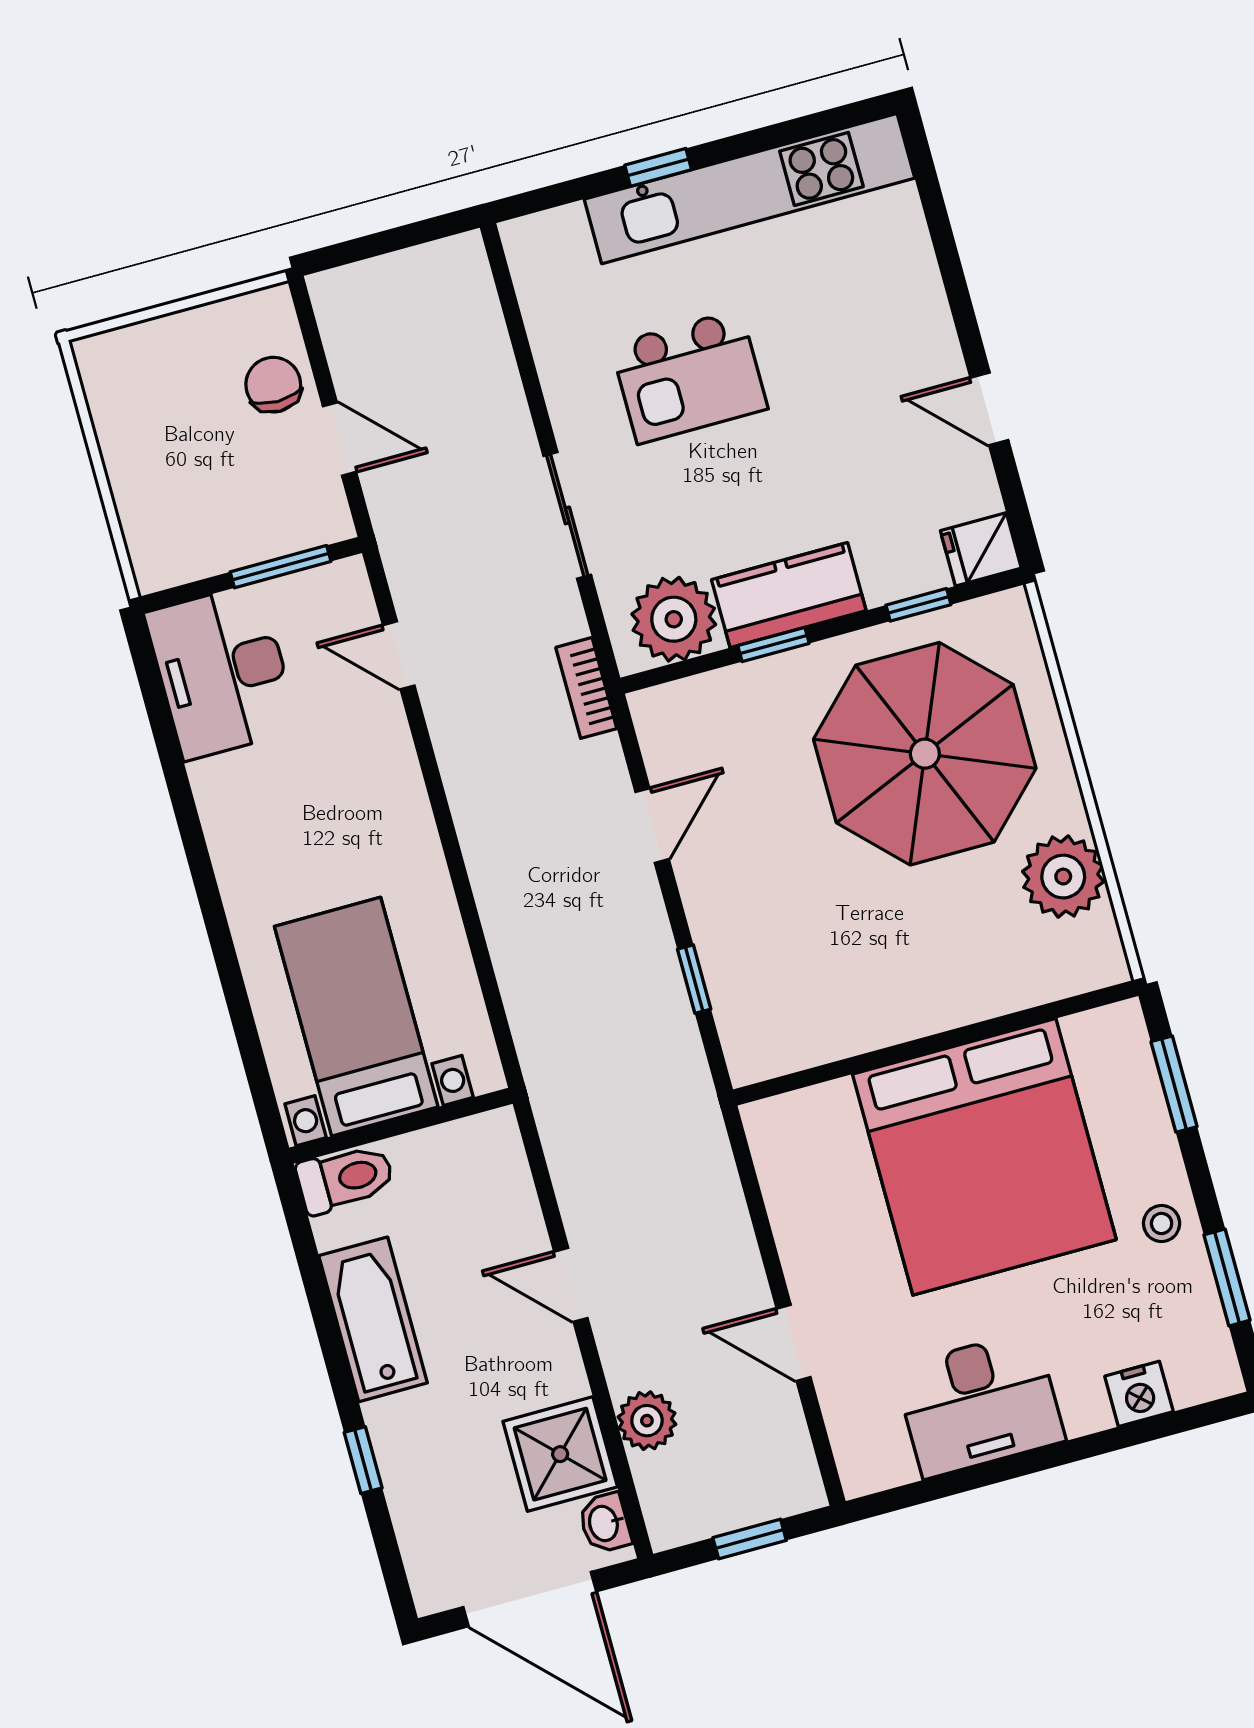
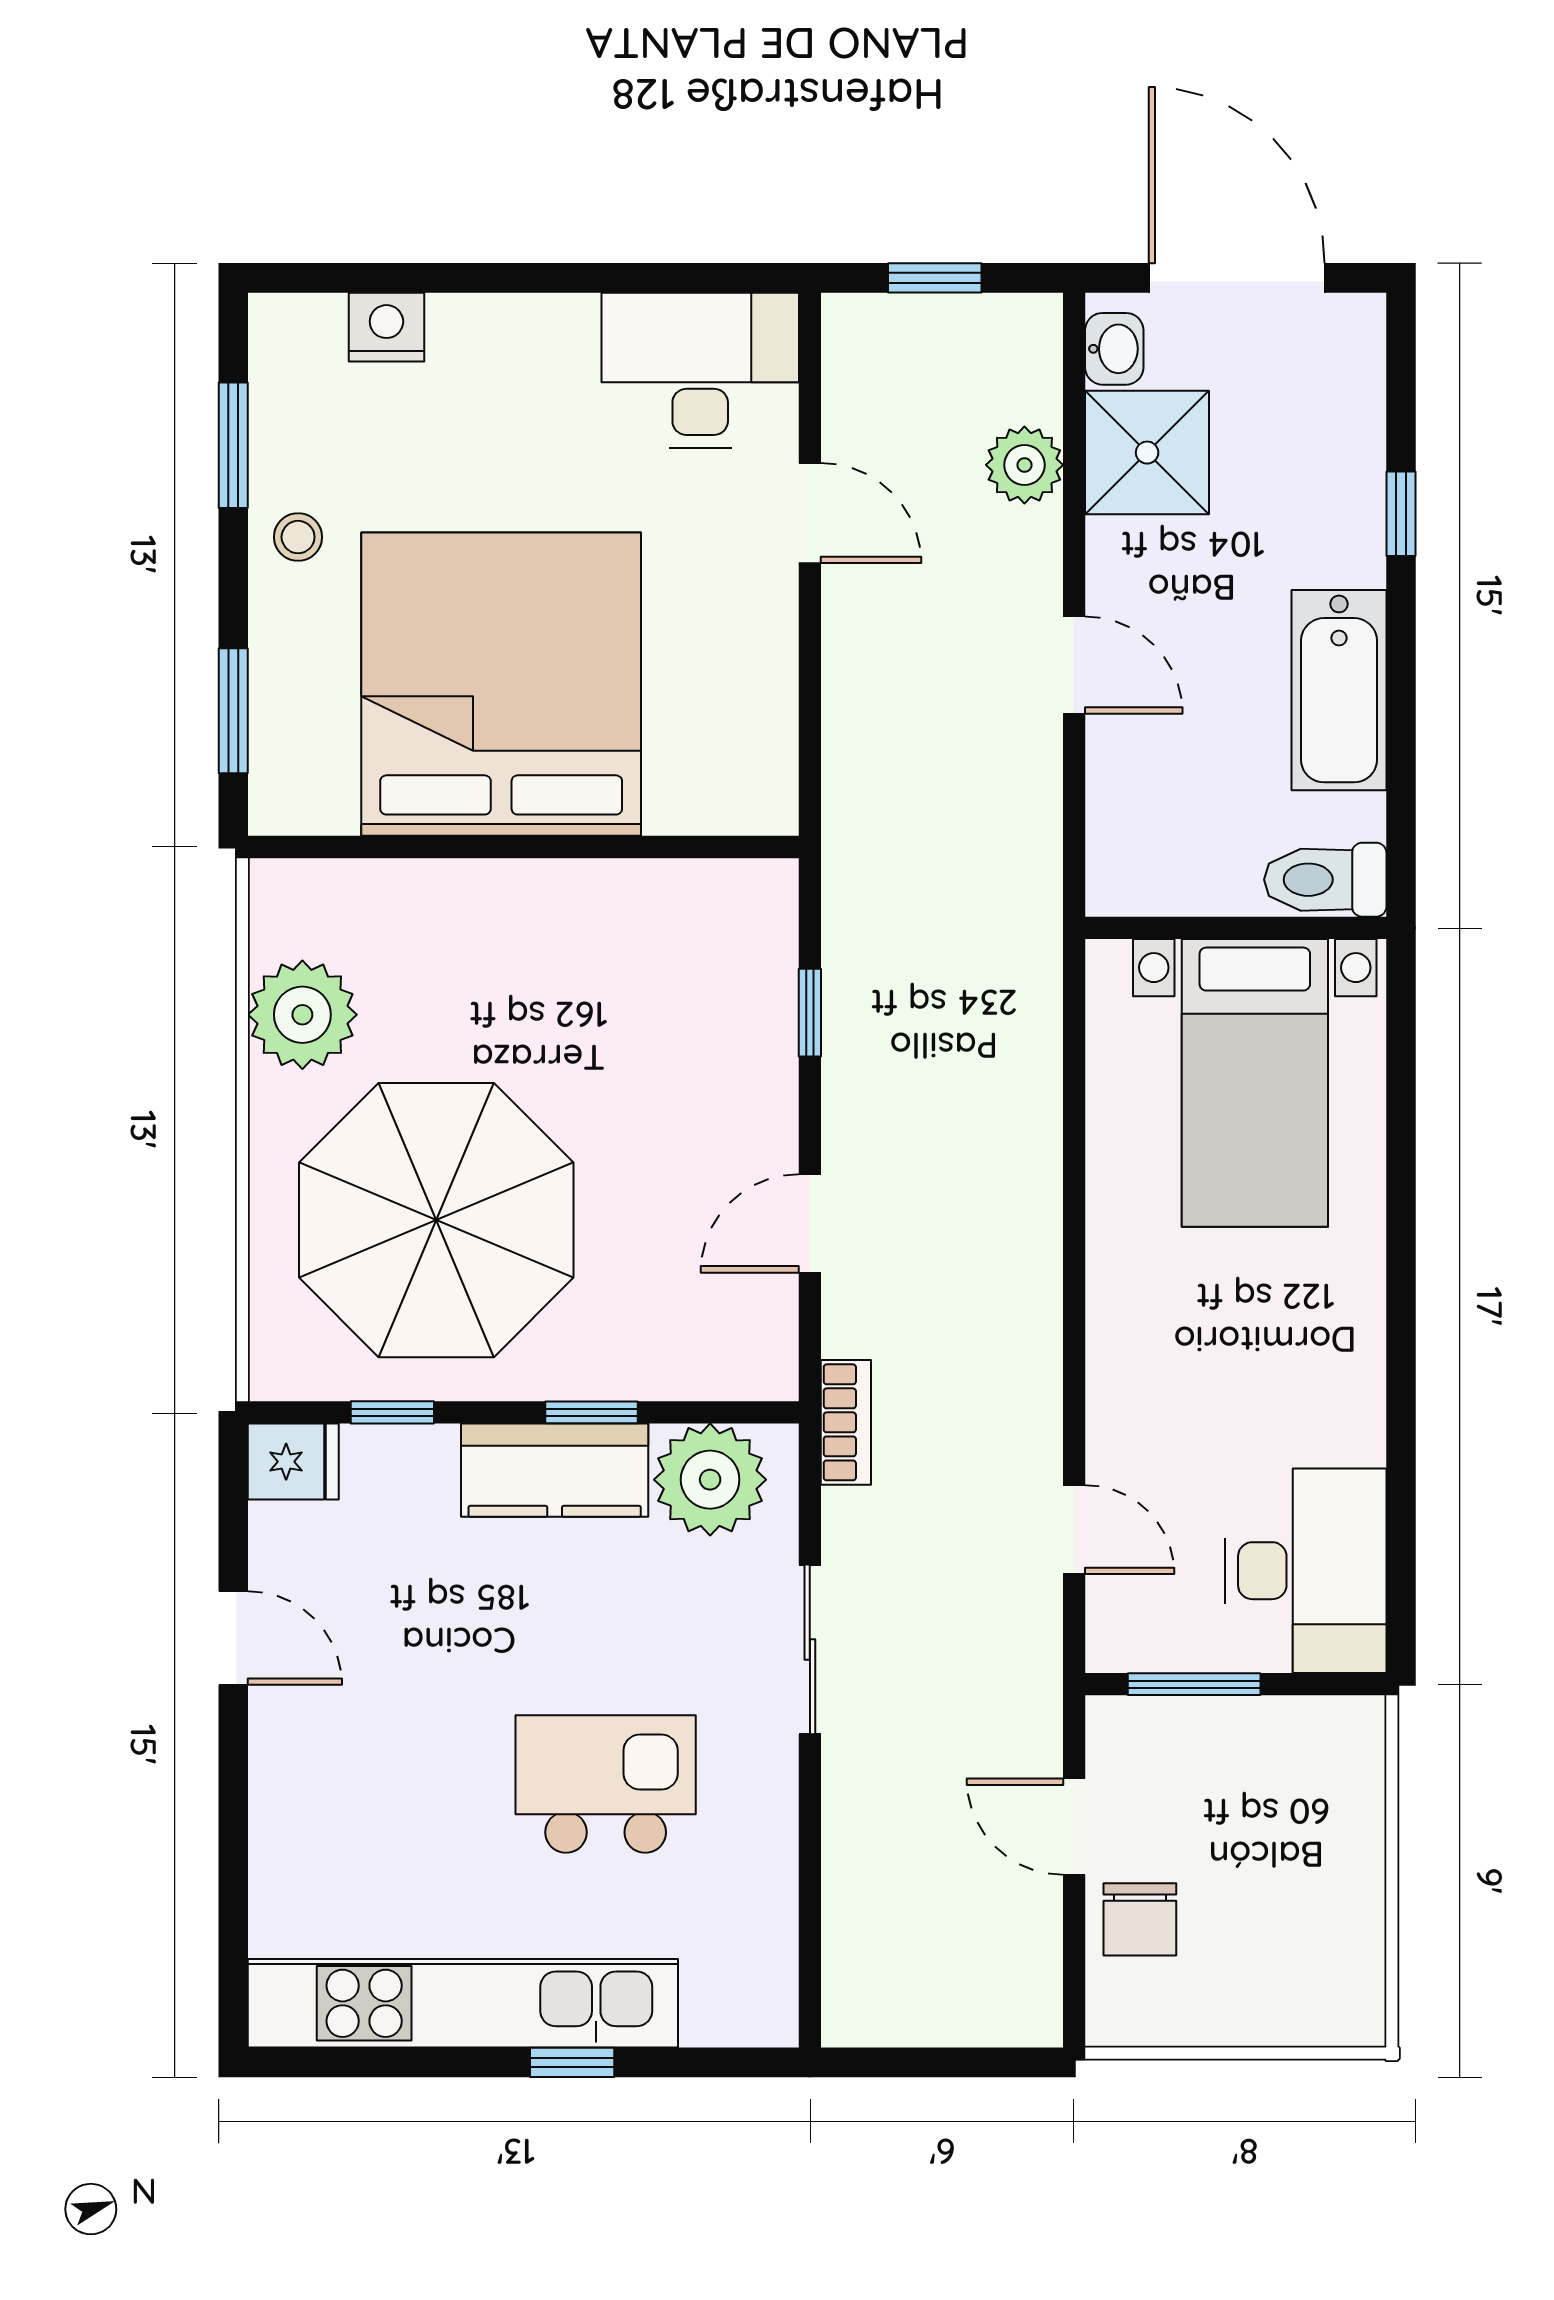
desk: (979, 1404) -> (700, 370), moved

